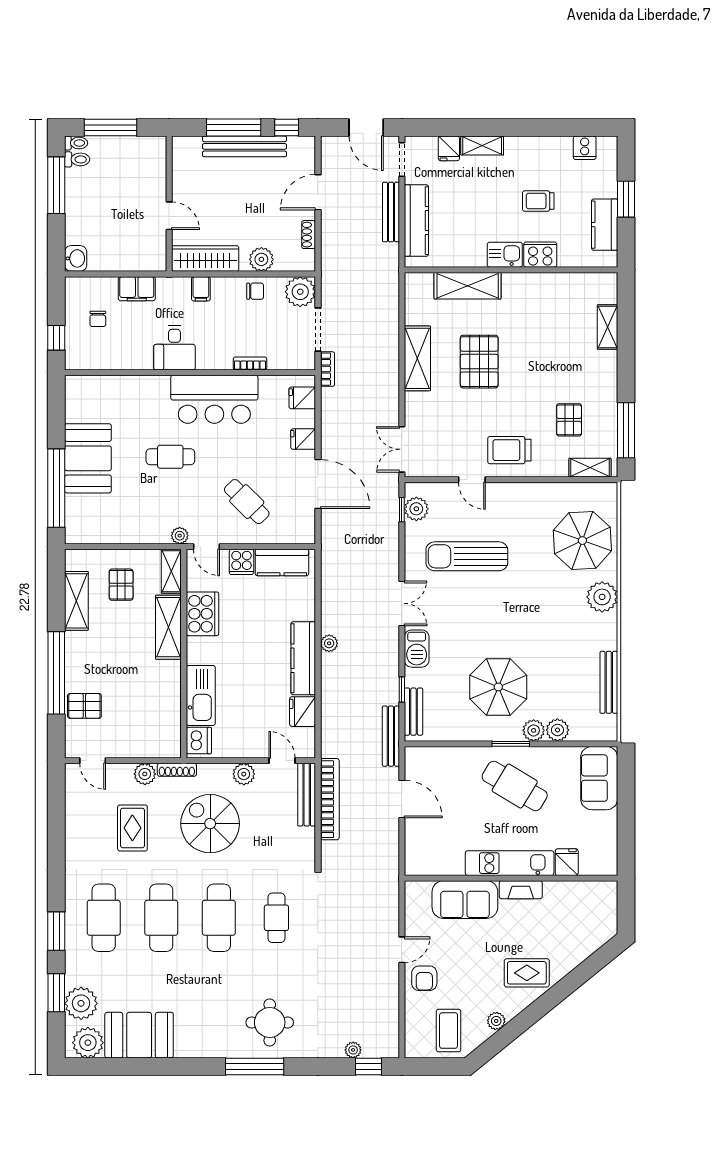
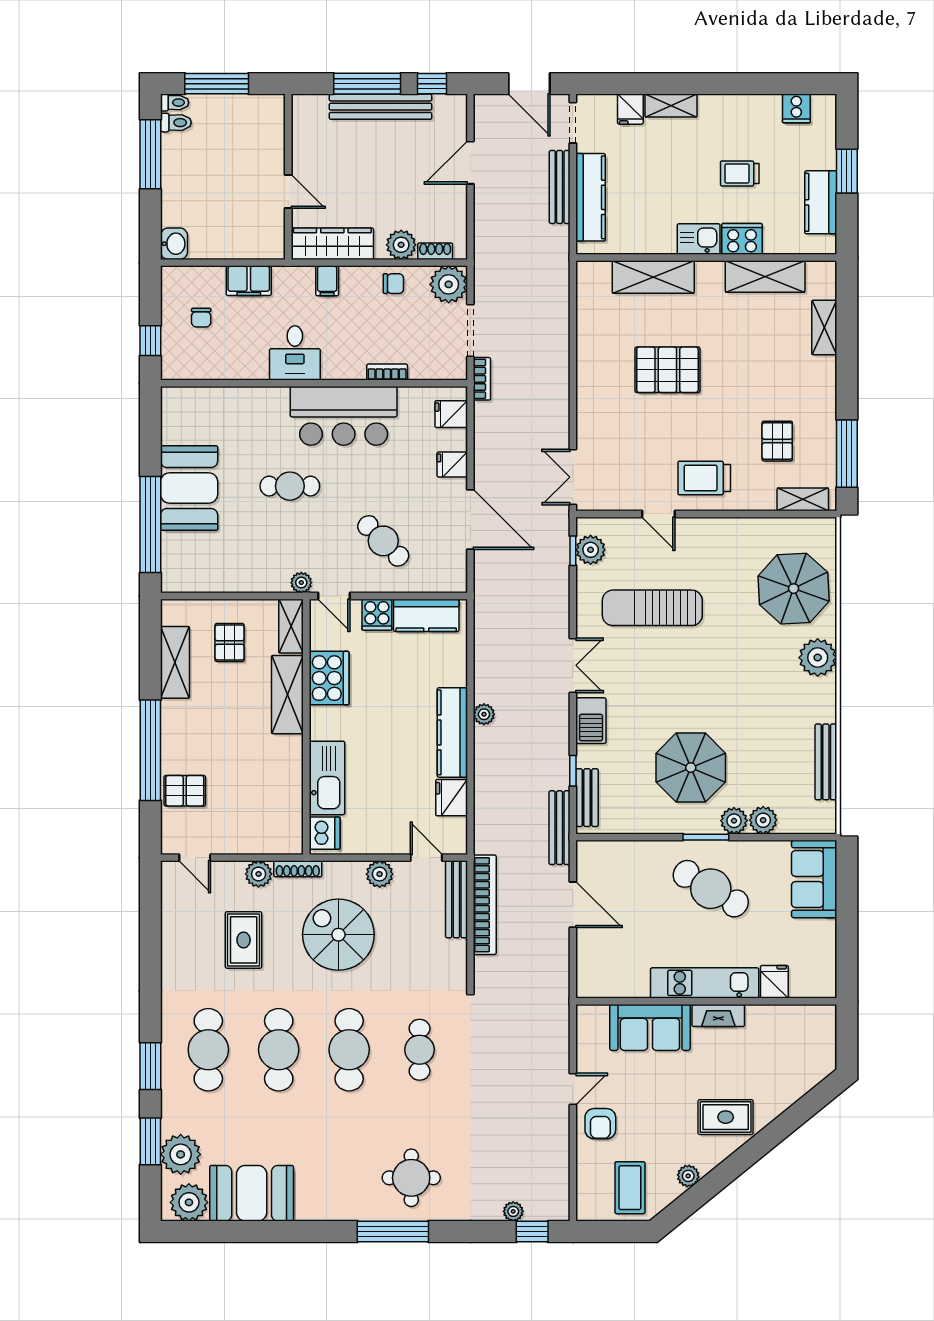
shoe rack: (309, 235) -> (435, 251), moved, turned 90
shelving: (417, 358) -> (765, 277), moved, turned 90
pallet: (479, 362) -> (667, 370), turned 90

